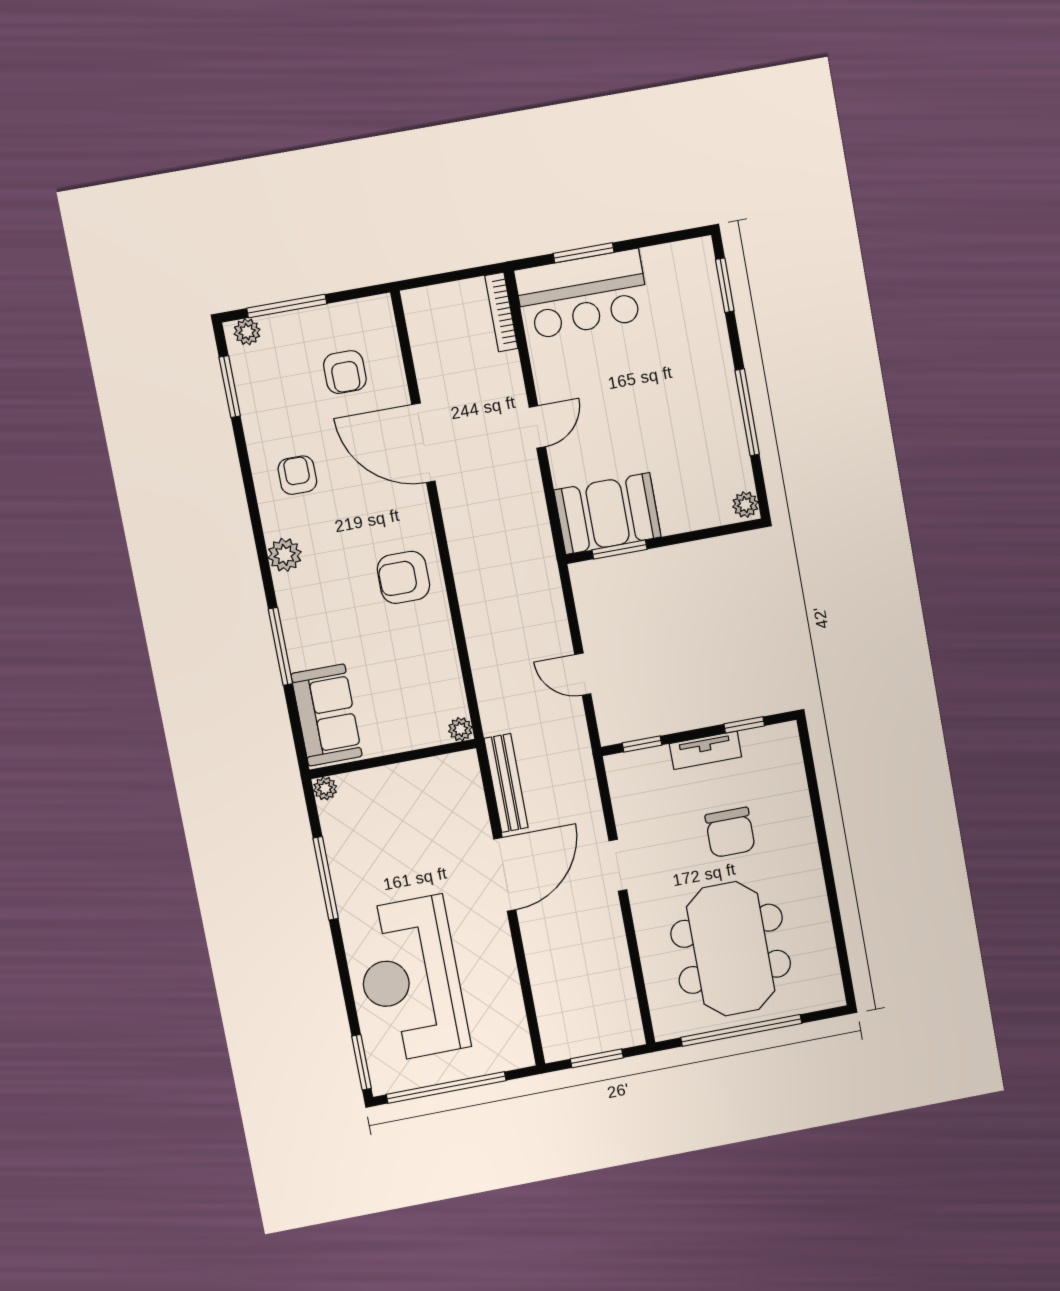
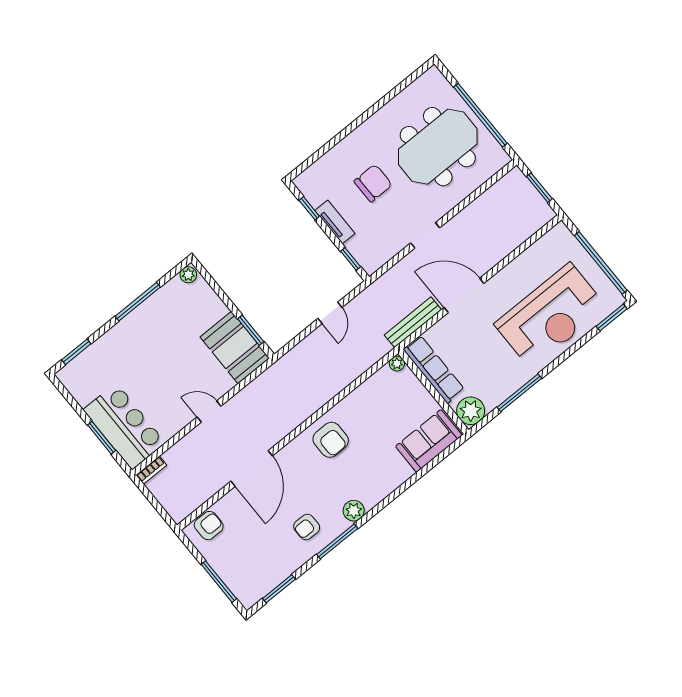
bookcase: (501, 312) -> (151, 470), width x0.64
plant: (247, 332) -> (244, 595), removed
armchair: (345, 372) -> (209, 526), moved
window: (280, 646) -> (337, 541), moved
row of seats: (424, 776) -> (434, 369), added
plant: (325, 788) -> (471, 411), width x1.88, depth x1.88

